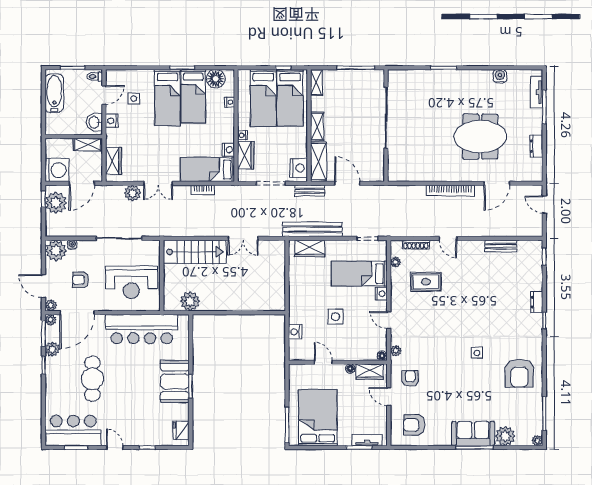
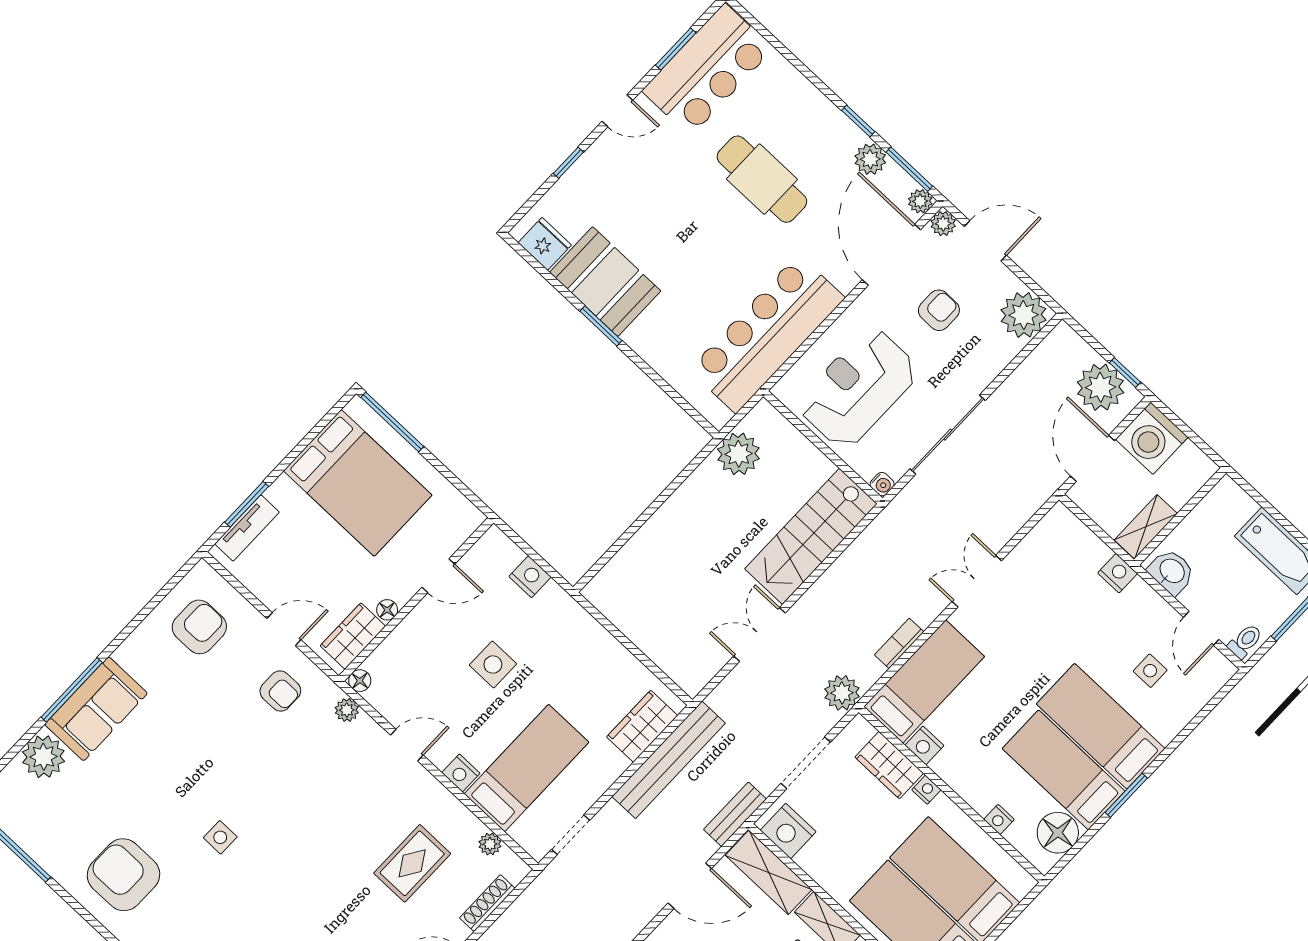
nightstand: (112, 121) -> (1118, 573), moved
wardrobe: (113, 161) -> (1081, 544), removed
plant: (132, 193) -> (842, 693), moved
water cooler: (72, 245) -> (882, 484), moved
booth: (175, 381) -> (605, 282), moved

